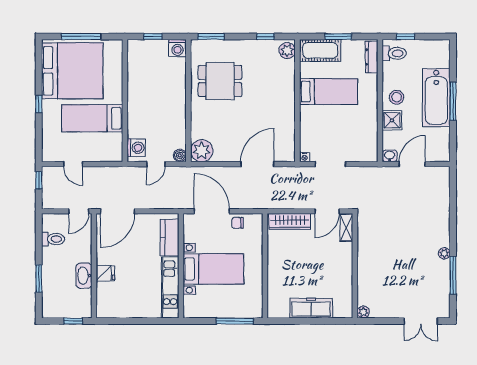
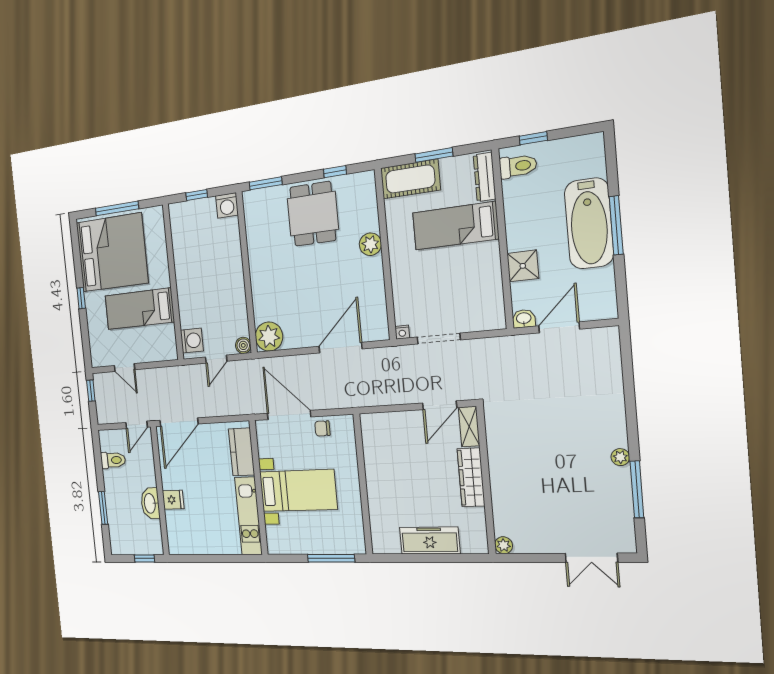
plant: (287, 51) -> (370, 244), moved
dining table: (220, 81) -> (313, 214), moved, turned 90
bed: (329, 92) -> (455, 226), moved, turned 180
stool: (396, 97) -> (527, 231), removed
wardrobe: (290, 221) -> (471, 477), moved, turned 90

